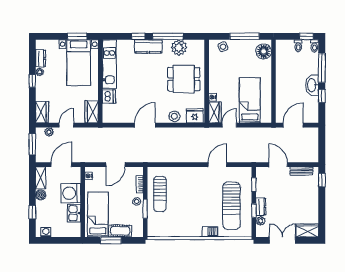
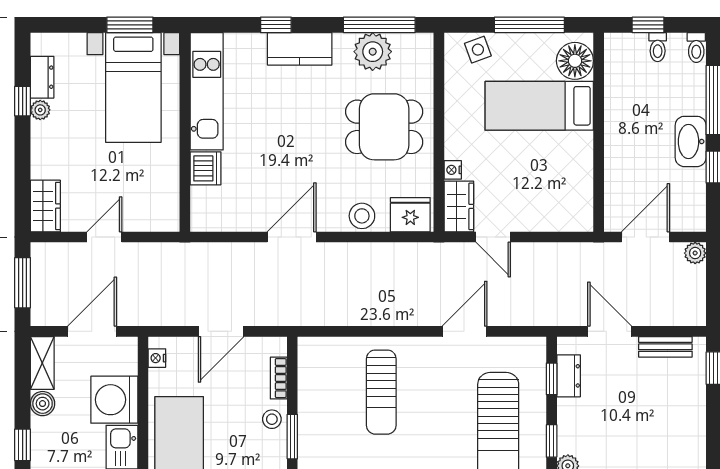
window: (168, 36) -> (379, 25), moved
window: (306, 36) -> (648, 25), moved
window: (32, 81) -> (23, 101), moved
bed: (250, 100) -> (539, 106), moved, turned -90
wardrobe: (92, 112) -> (164, 205), removed
door: (229, 125) -> (493, 237), swing flipped
plant: (49, 132) -> (695, 253), moved
sun lounger: (160, 194) -> (381, 392), moved
dresser: (261, 207) -> (569, 376), moved

